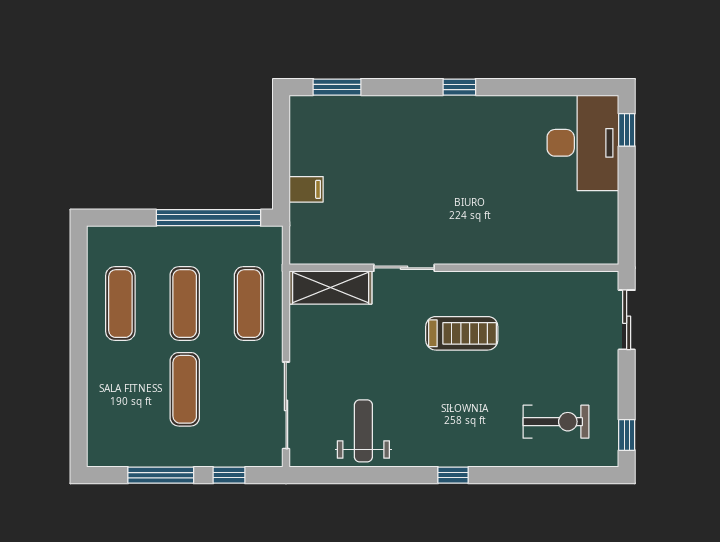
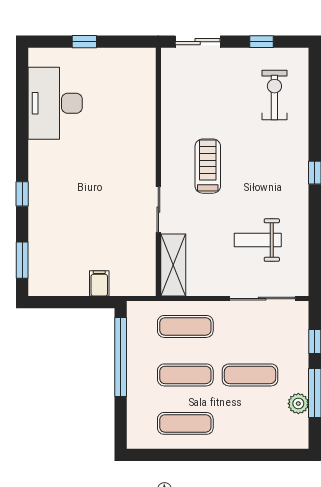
window: (459, 87) -> (22, 194), moved
window: (627, 130) -> (84, 42), moved
desk: (583, 143) -> (55, 103), moved, turned -90
weight bench: (363, 431) -> (258, 240), moved
window: (627, 435) -> (262, 42), moved
plant: (147, 453) -> (298, 404), added

